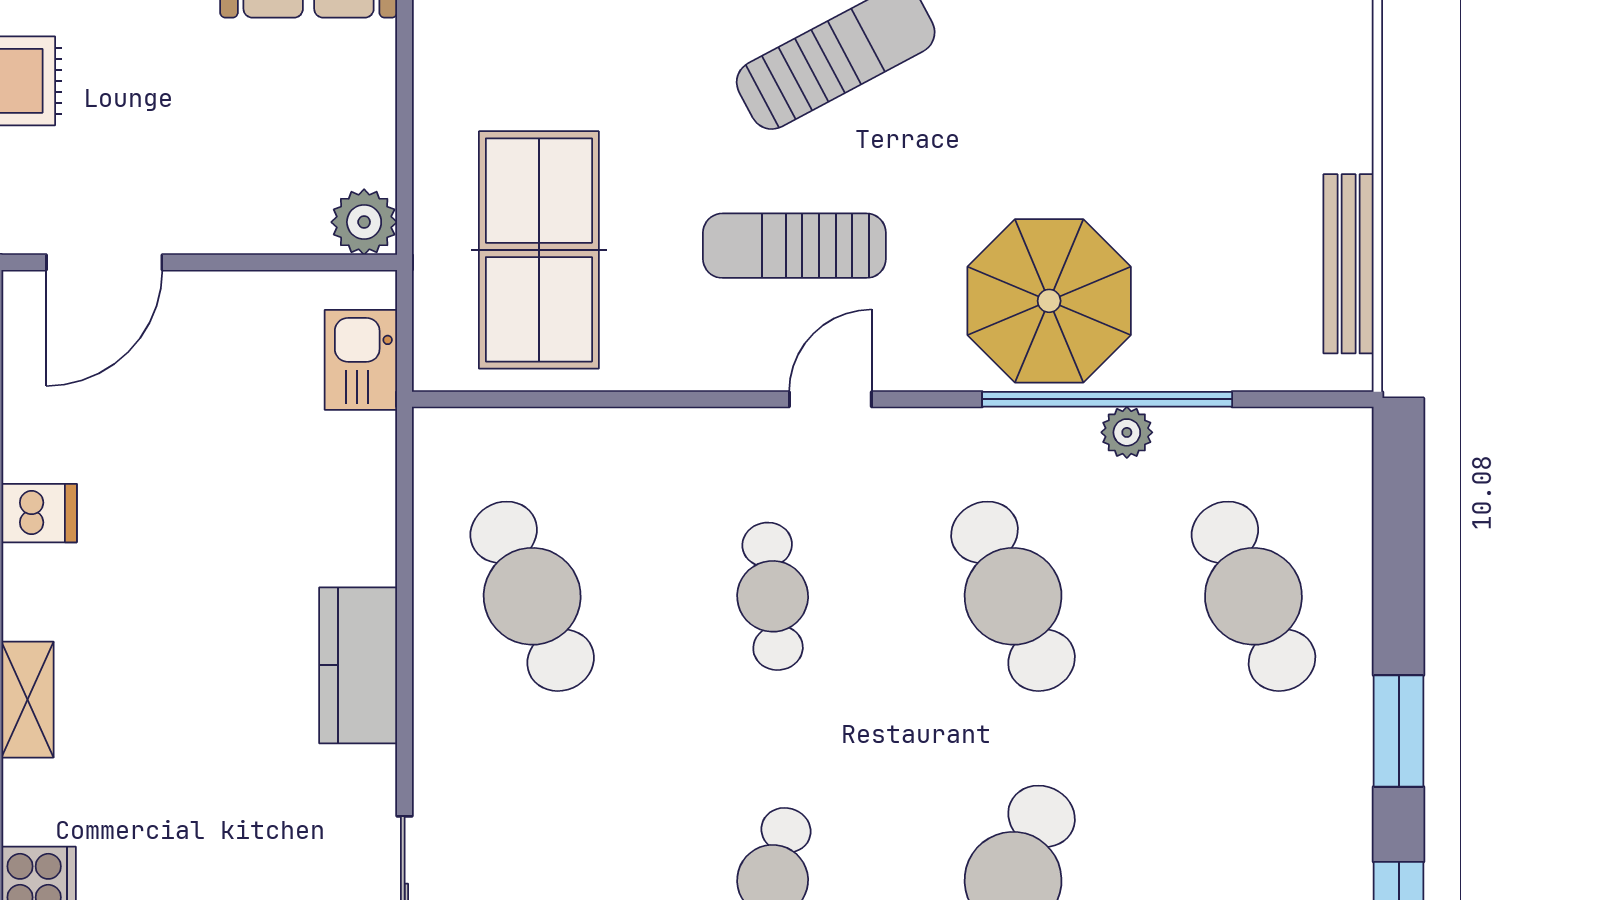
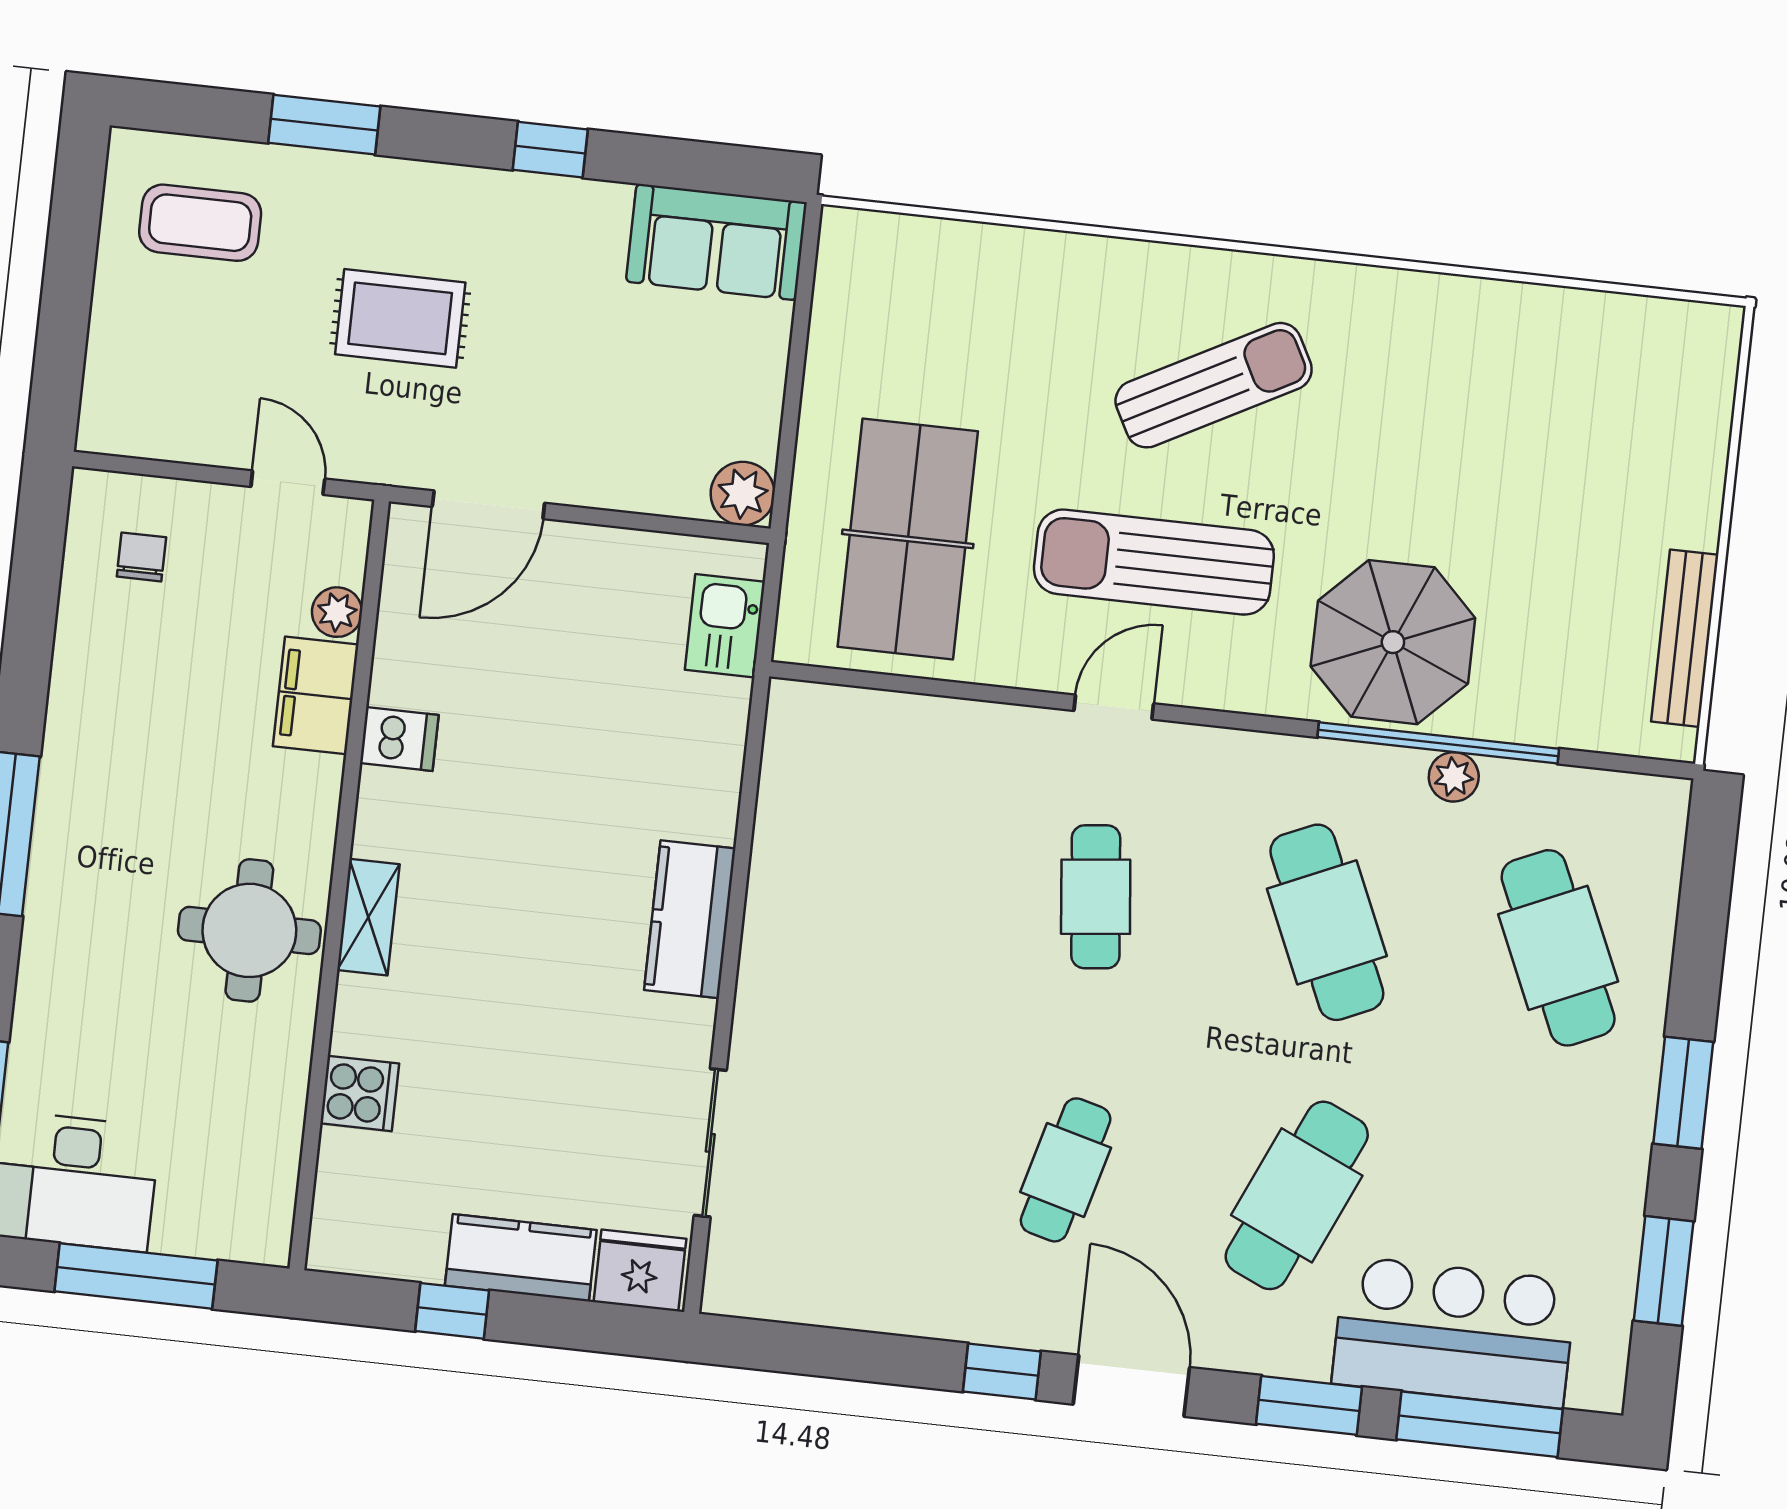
sun lounger: (794, 246) -> (1154, 562), width x1.36, depth x1.34
door: (830, 399) -> (1114, 707), moved
cafe table: (532, 596) -> (865, 871), removed

